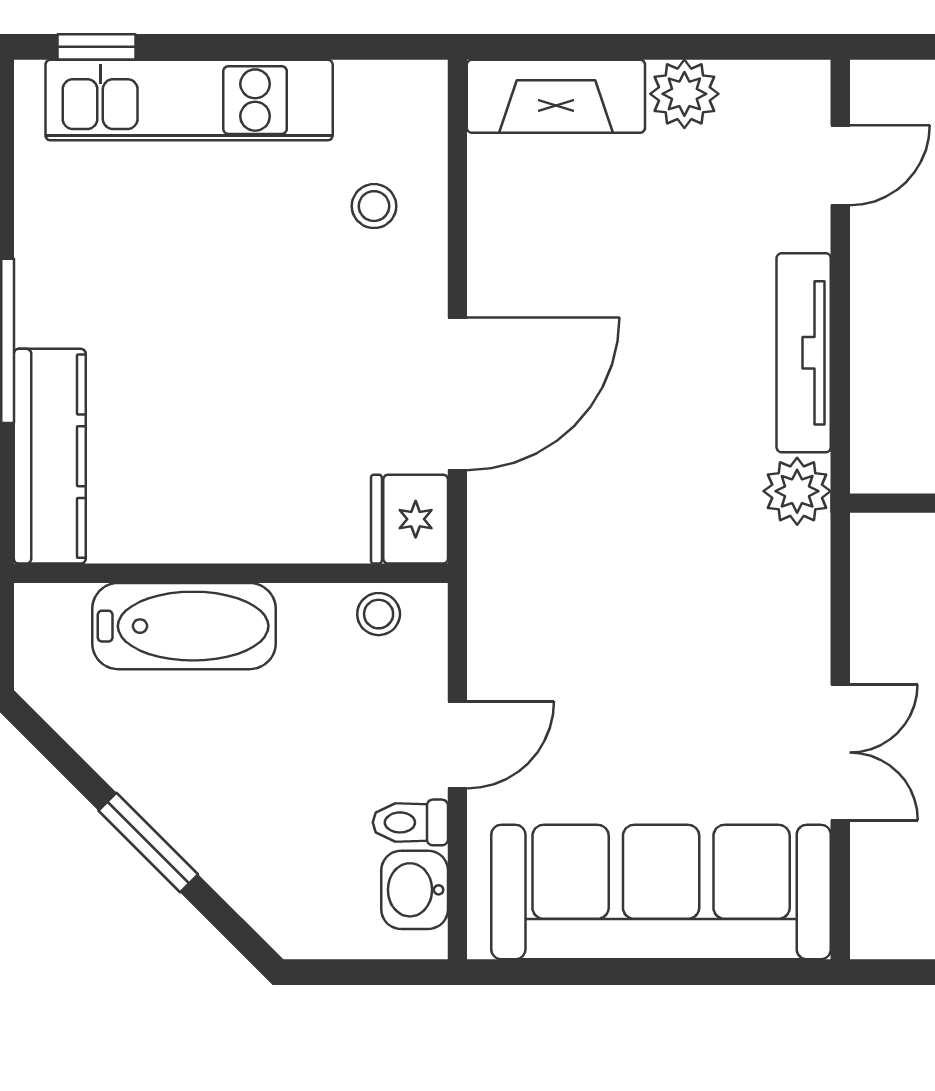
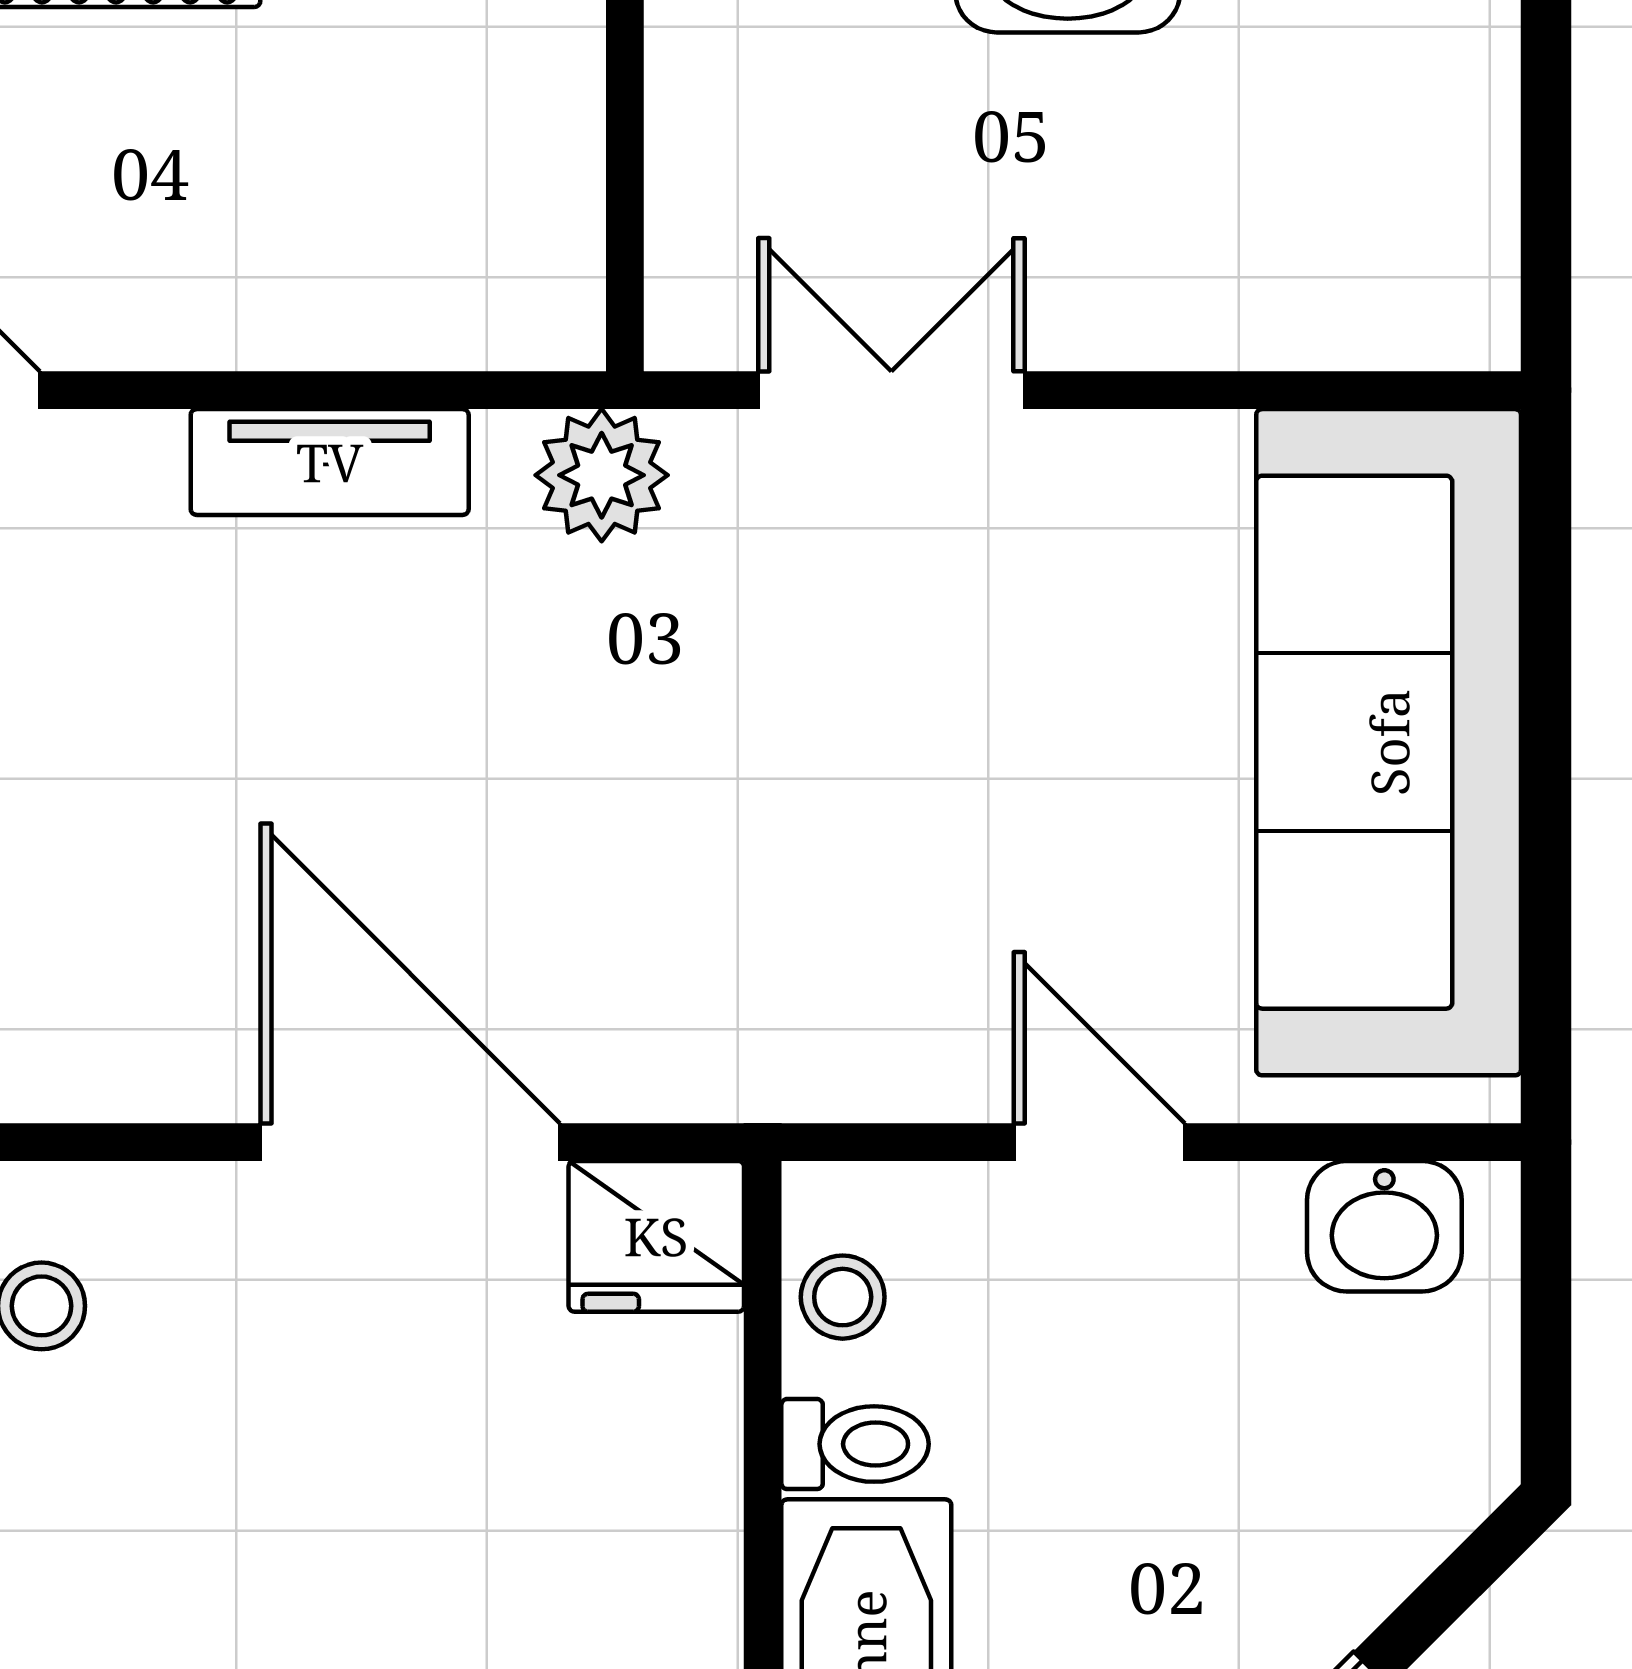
tv unit: (804, 353) -> (330, 462), width x0.71
double door: (840, 752) -> (891, 390), moved
toilet: (410, 822) -> (855, 1444), moved, turned -90

